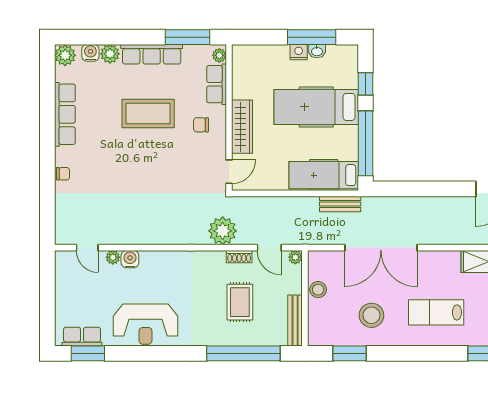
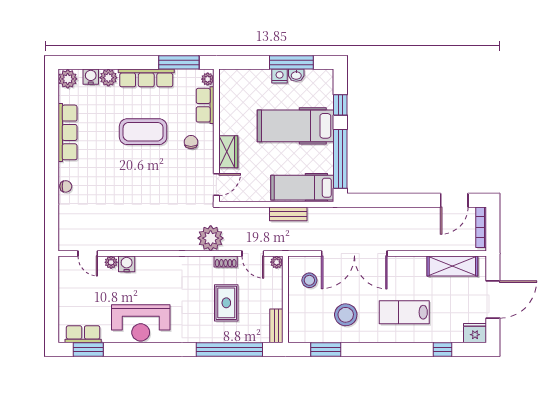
chair: (201, 125) -> (191, 142), turned 90
wardrobe: (242, 127) -> (228, 152), width x0.67
bench: (340, 204) -> (288, 214), moved
stool: (318, 290) -> (309, 280), moved
bench: (295, 321) -> (276, 326), width x0.73

